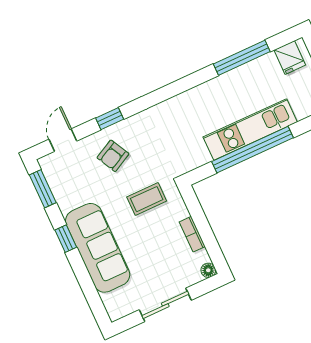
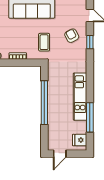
kitchen unit: (250, 130) -> (80, 97), moved, turned 180

